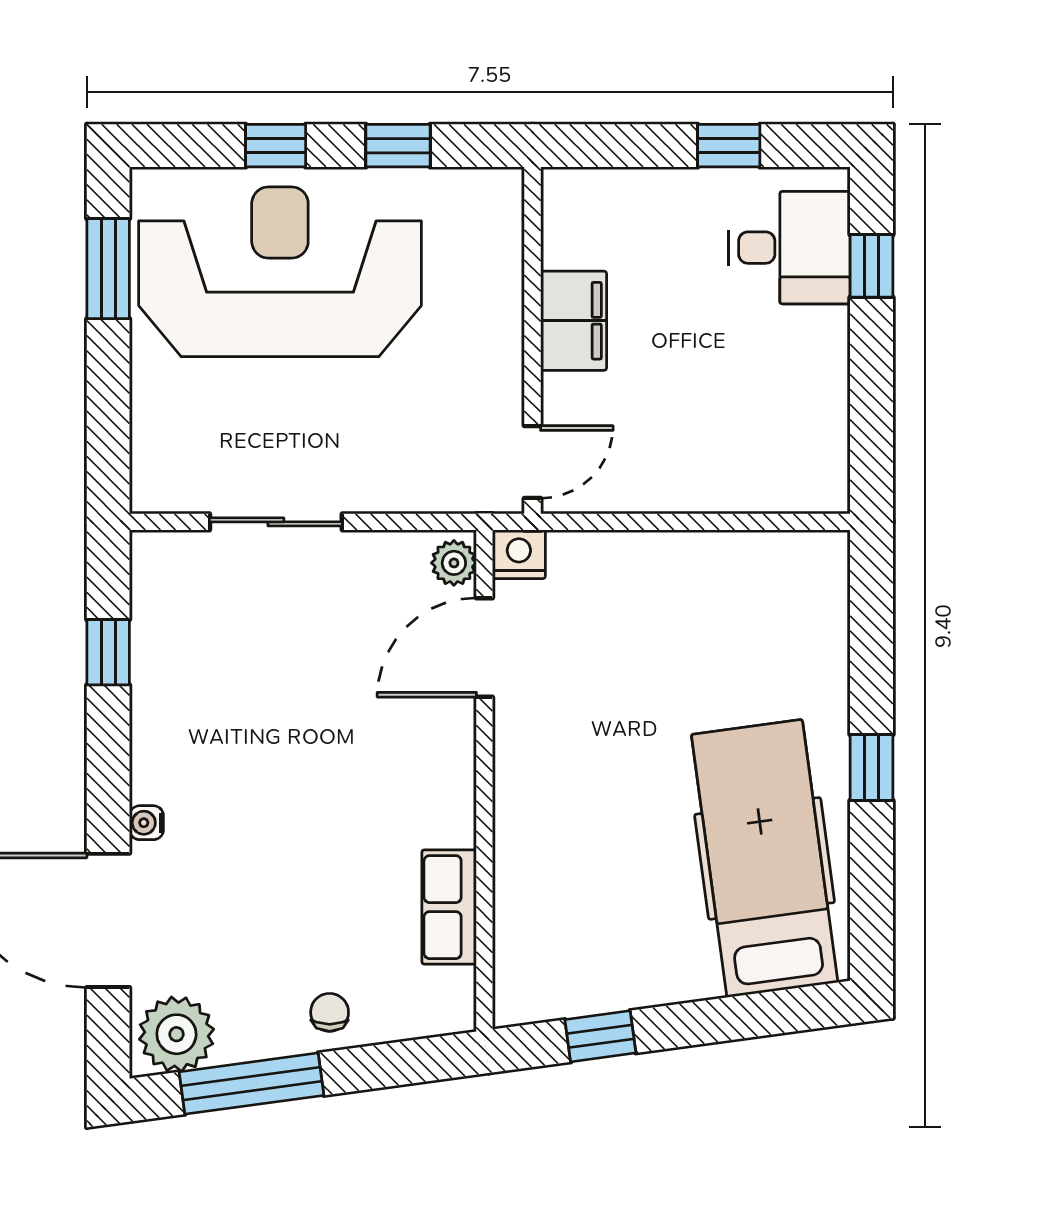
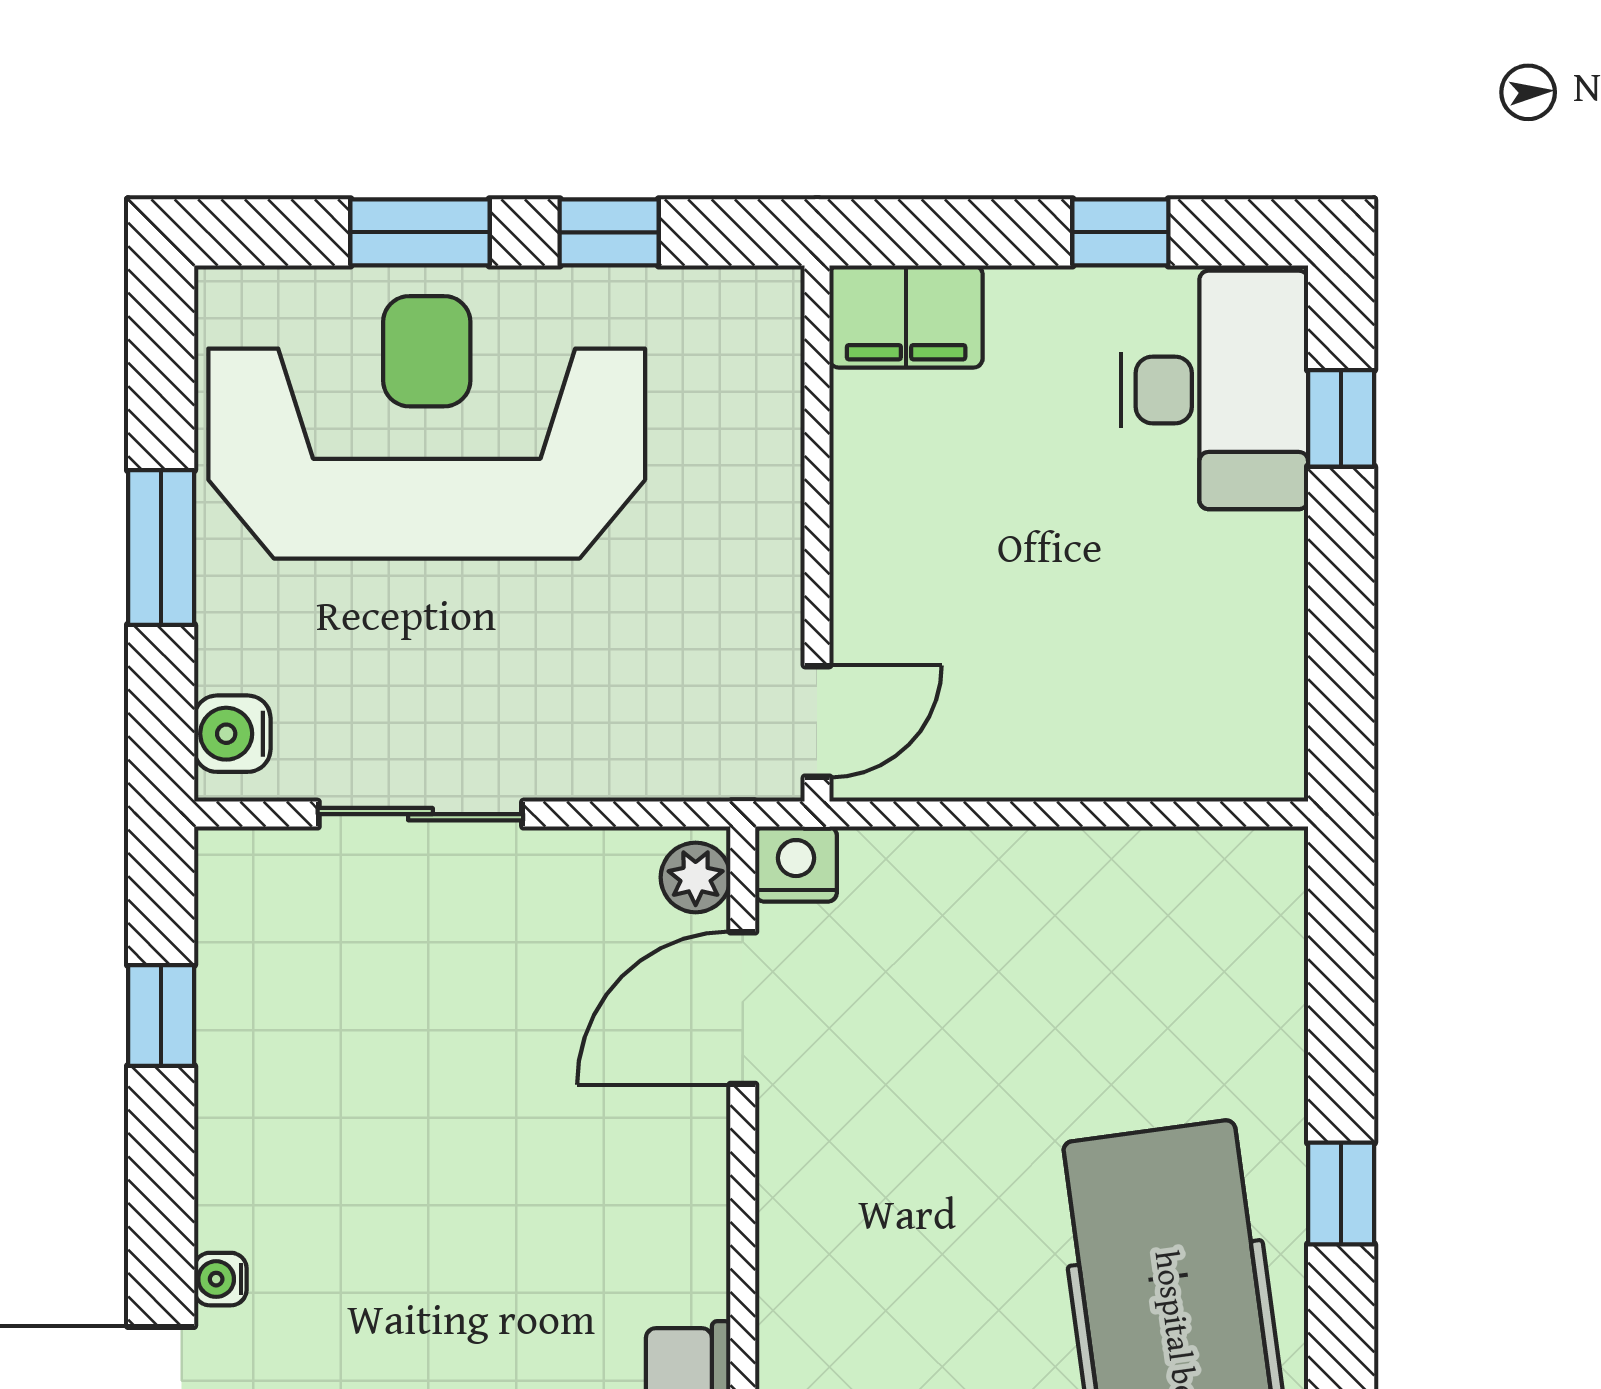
window: (276, 146) -> (420, 232), width x1.50
desk: (789, 248) -> (1214, 390), width x1.37
window: (108, 269) -> (161, 548), moved
filing cabinet: (574, 321) -> (906, 316), moved, turned 90
water cooler: (154, 470) -> (232, 734), added

